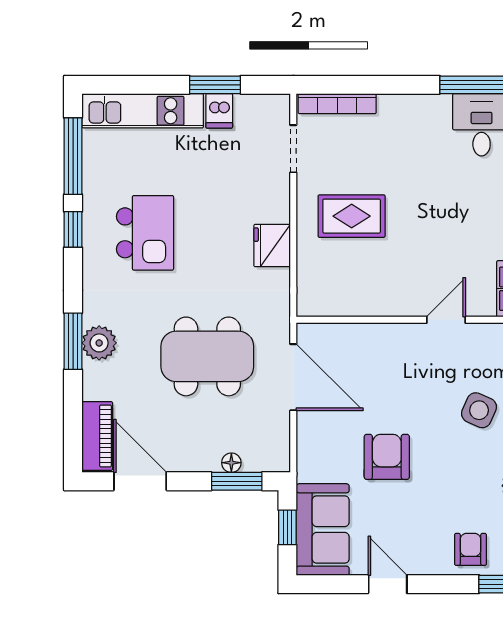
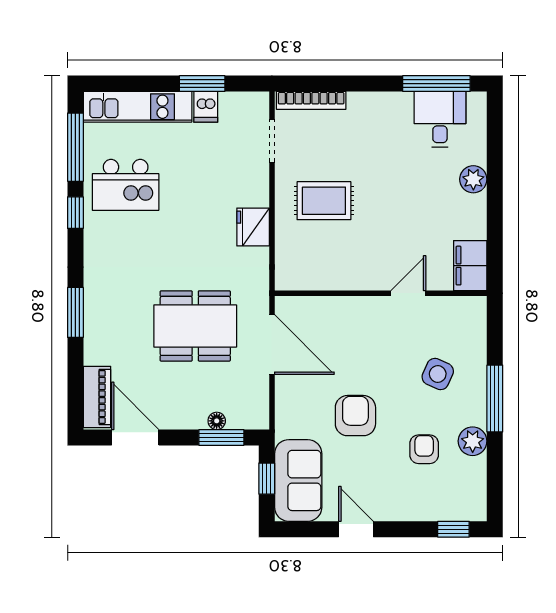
kitchen island: (145, 233) -> (126, 185), moved, turned 90
plant: (99, 343) -> (99, 314), removed
armchair: (471, 549) -> (424, 449), moved

